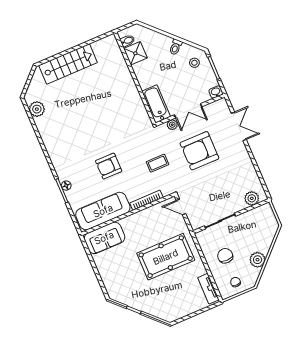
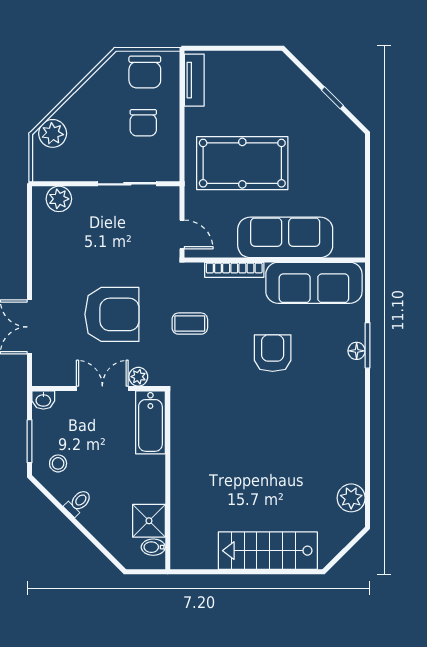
armchair: (109, 166) -> (273, 353), turned -90
sofa: (104, 238) -> (285, 237), moved, width x1.36
plant: (258, 260) -> (53, 133), moved
chair: (235, 282) -> (145, 72), width x1.87, depth x1.87

